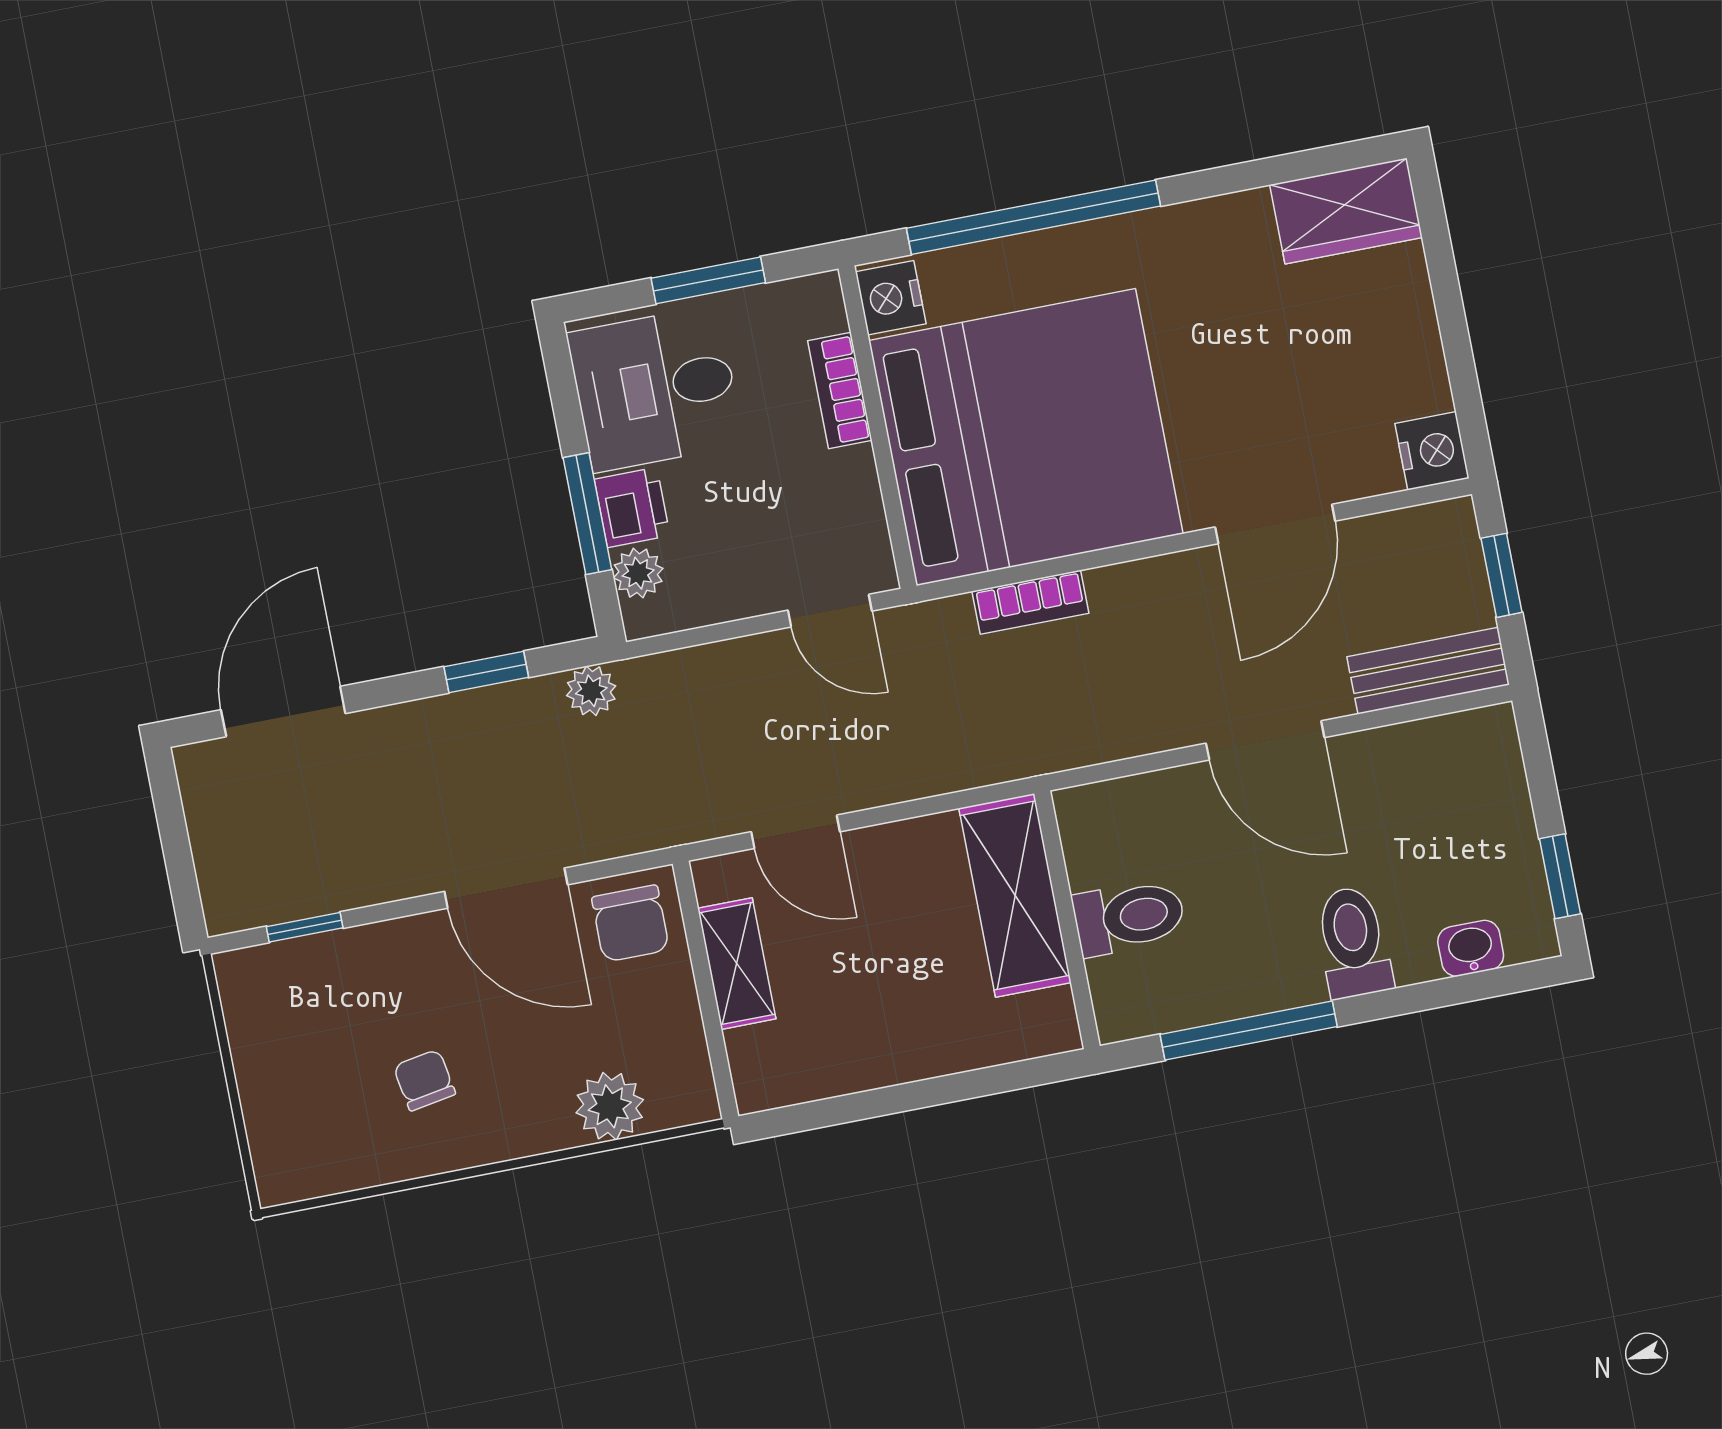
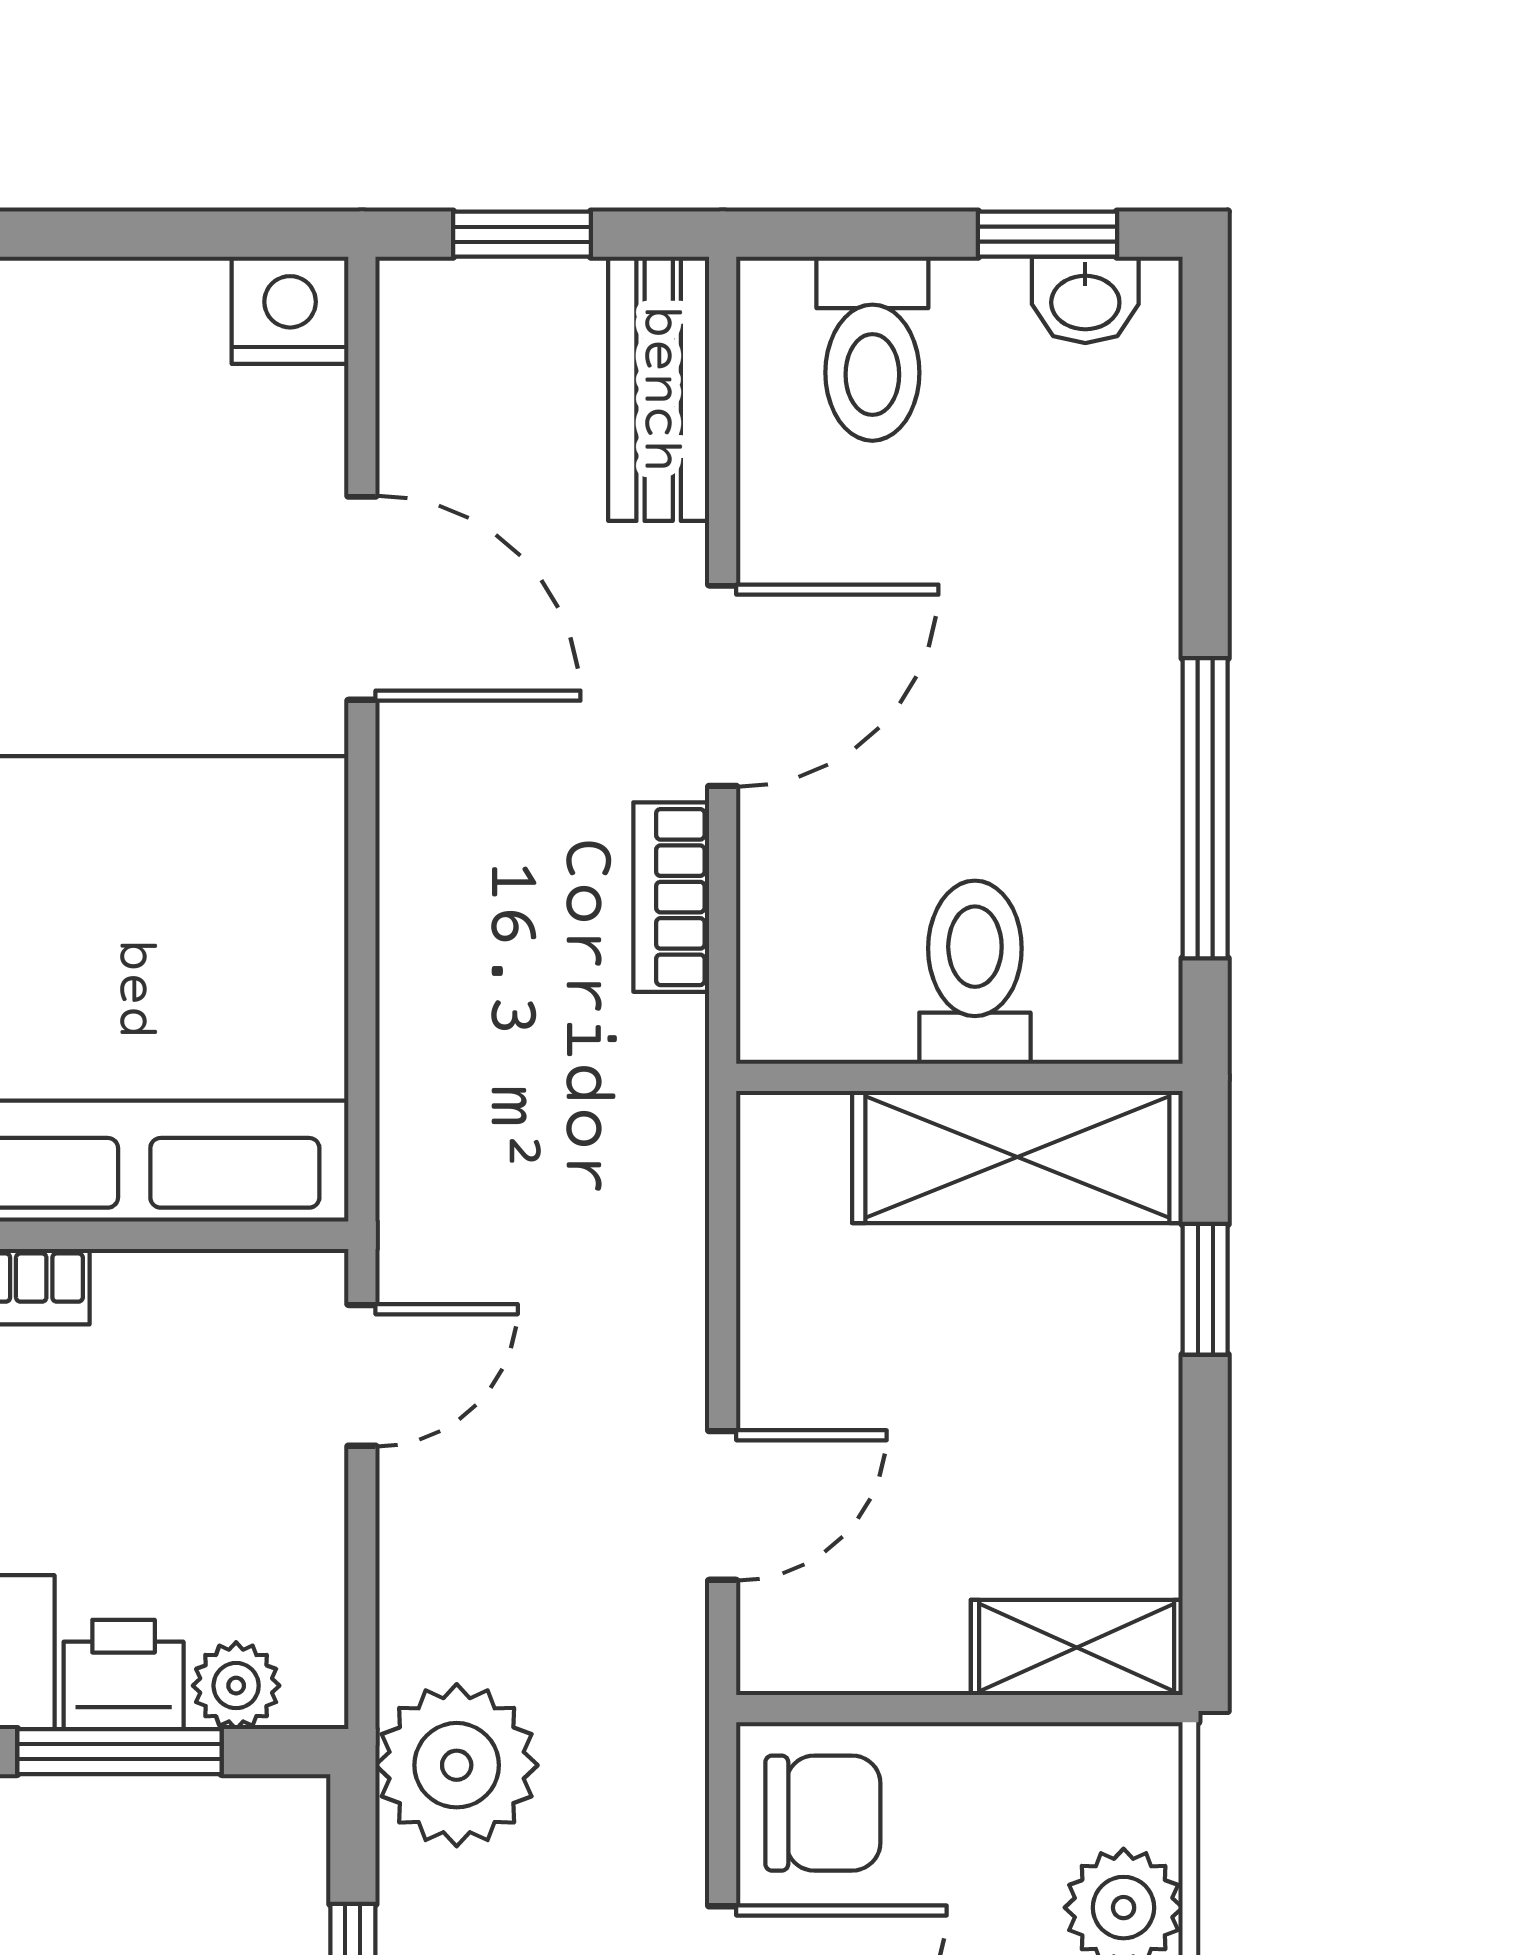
bookcase: (1030, 602) -> (671, 897), moved, turned 180
plant: (591, 691) -> (457, 1765), width x1.87, depth x1.87
shelving: (1015, 895) -> (1017, 1157), moved
toilet: (1353, 942) -> (872, 349), moved, turned -90
washbasin: (1471, 948) -> (1085, 300), moved, turned -90
shelving: (737, 964) -> (1077, 1648), moved
window: (973, 1084) -> (1205, 1289), added

